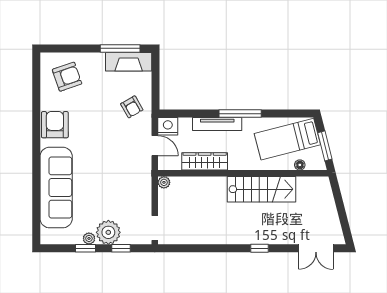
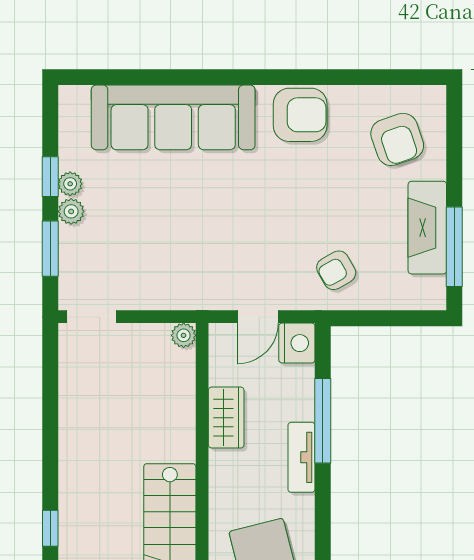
fireplace: (129, 62) -> (427, 228), moved
window: (240, 114) -> (323, 421), moved
tv unit: (217, 124) -> (301, 457), width x0.71
wardrobe: (205, 161) -> (226, 418), width x0.67
plant: (108, 232) -> (71, 211), width x0.53, depth x0.53
window: (121, 248) -> (50, 249), width x1.50

